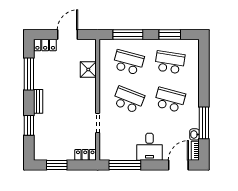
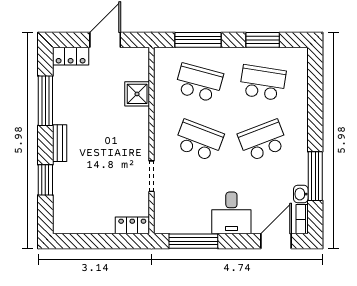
school desk: (170, 100) -> (263, 140), turned -36
window: (57, 165) -> (89, 241), removed

